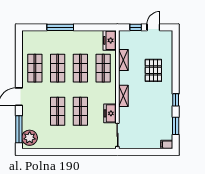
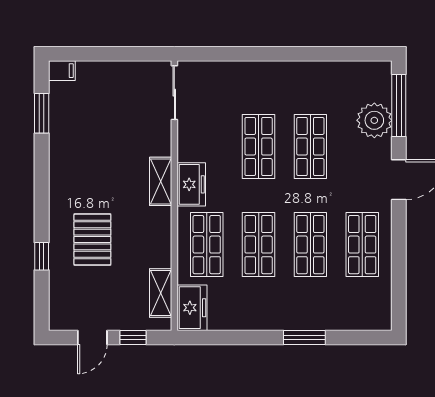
window: (60, 27) -> (304, 337), width x0.69
shelving: (123, 60) -> (161, 293), moved
window: (176, 100) -> (42, 256), moved
freezer: (110, 113) -> (191, 184), moved
plant: (30, 138) -> (374, 120), moved

